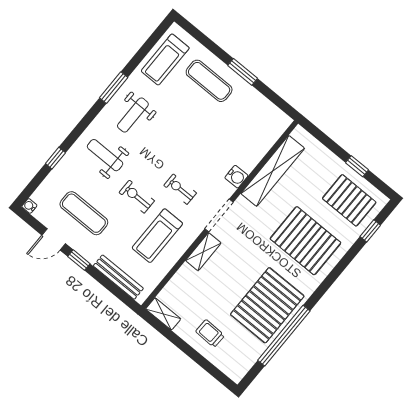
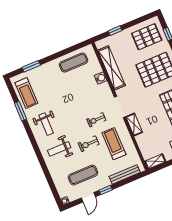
window: (243, 72) -> (31, 66), moved
exercise mat: (209, 81) -> (74, 63), moved
window: (114, 88) -> (20, 111), moved
window: (55, 158) -> (48, 175), removed
window: (357, 166) -> (115, 31), moved
water cooler: (236, 177) -> (101, 78), moved
treadmill: (157, 236) -> (114, 144), turned 180

